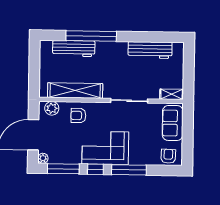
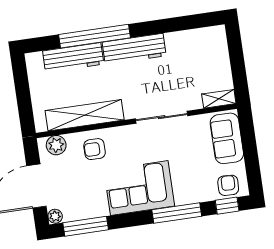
workbench: (150, 50) -> (134, 49), moved
window: (95, 169) -> (227, 206), moved

